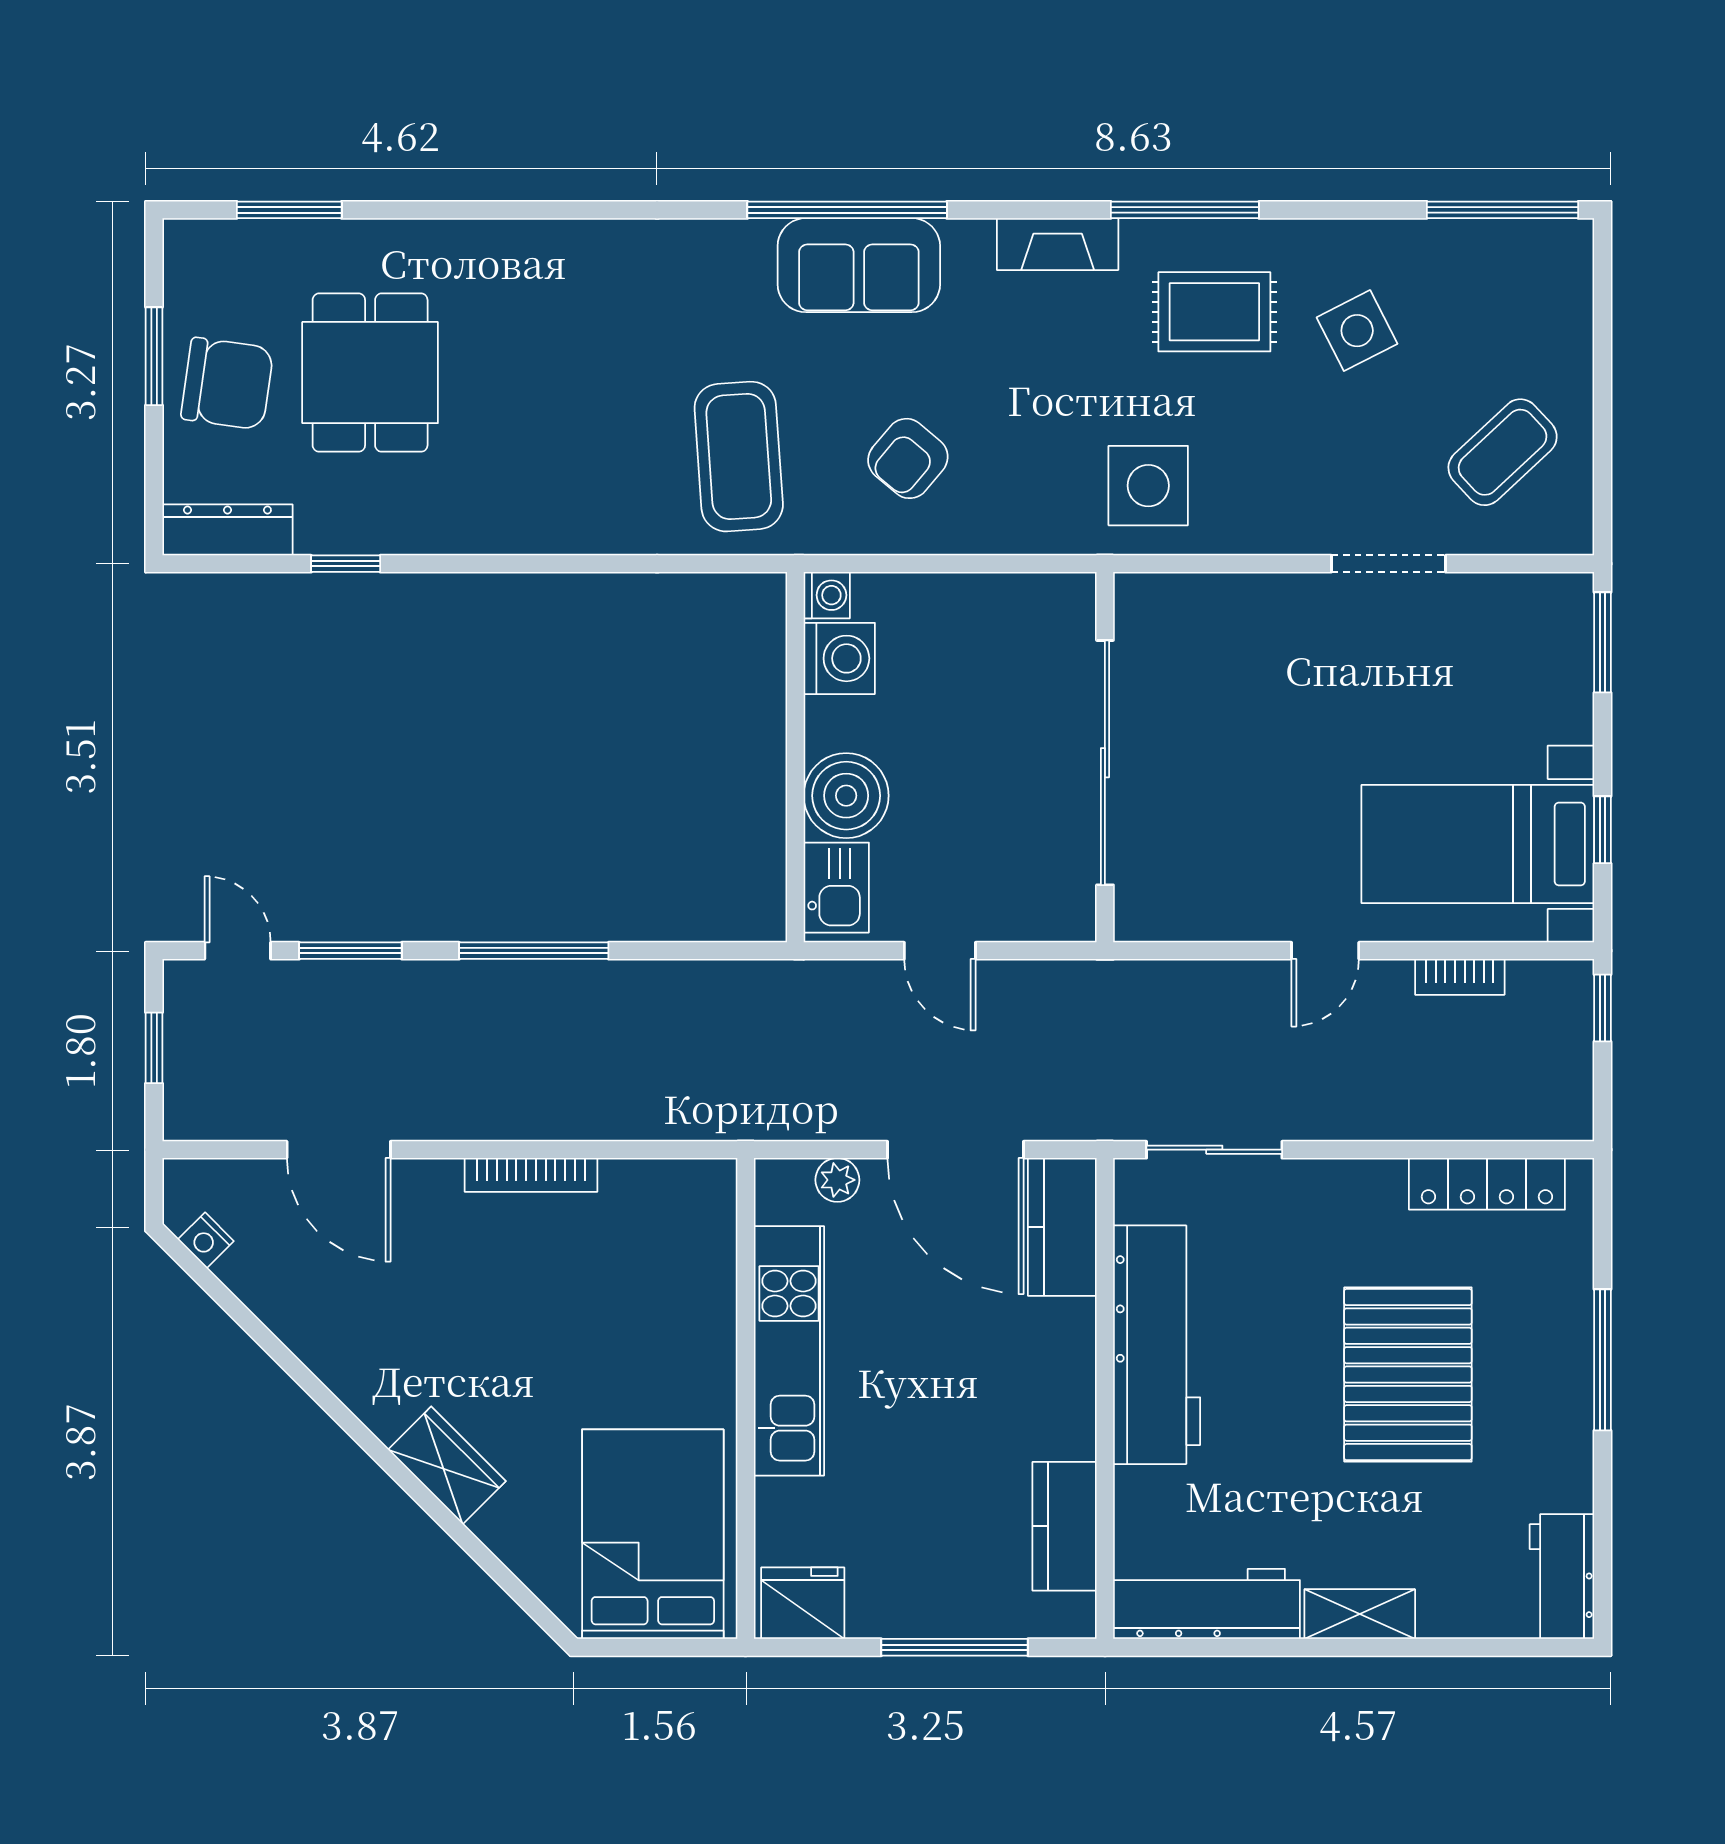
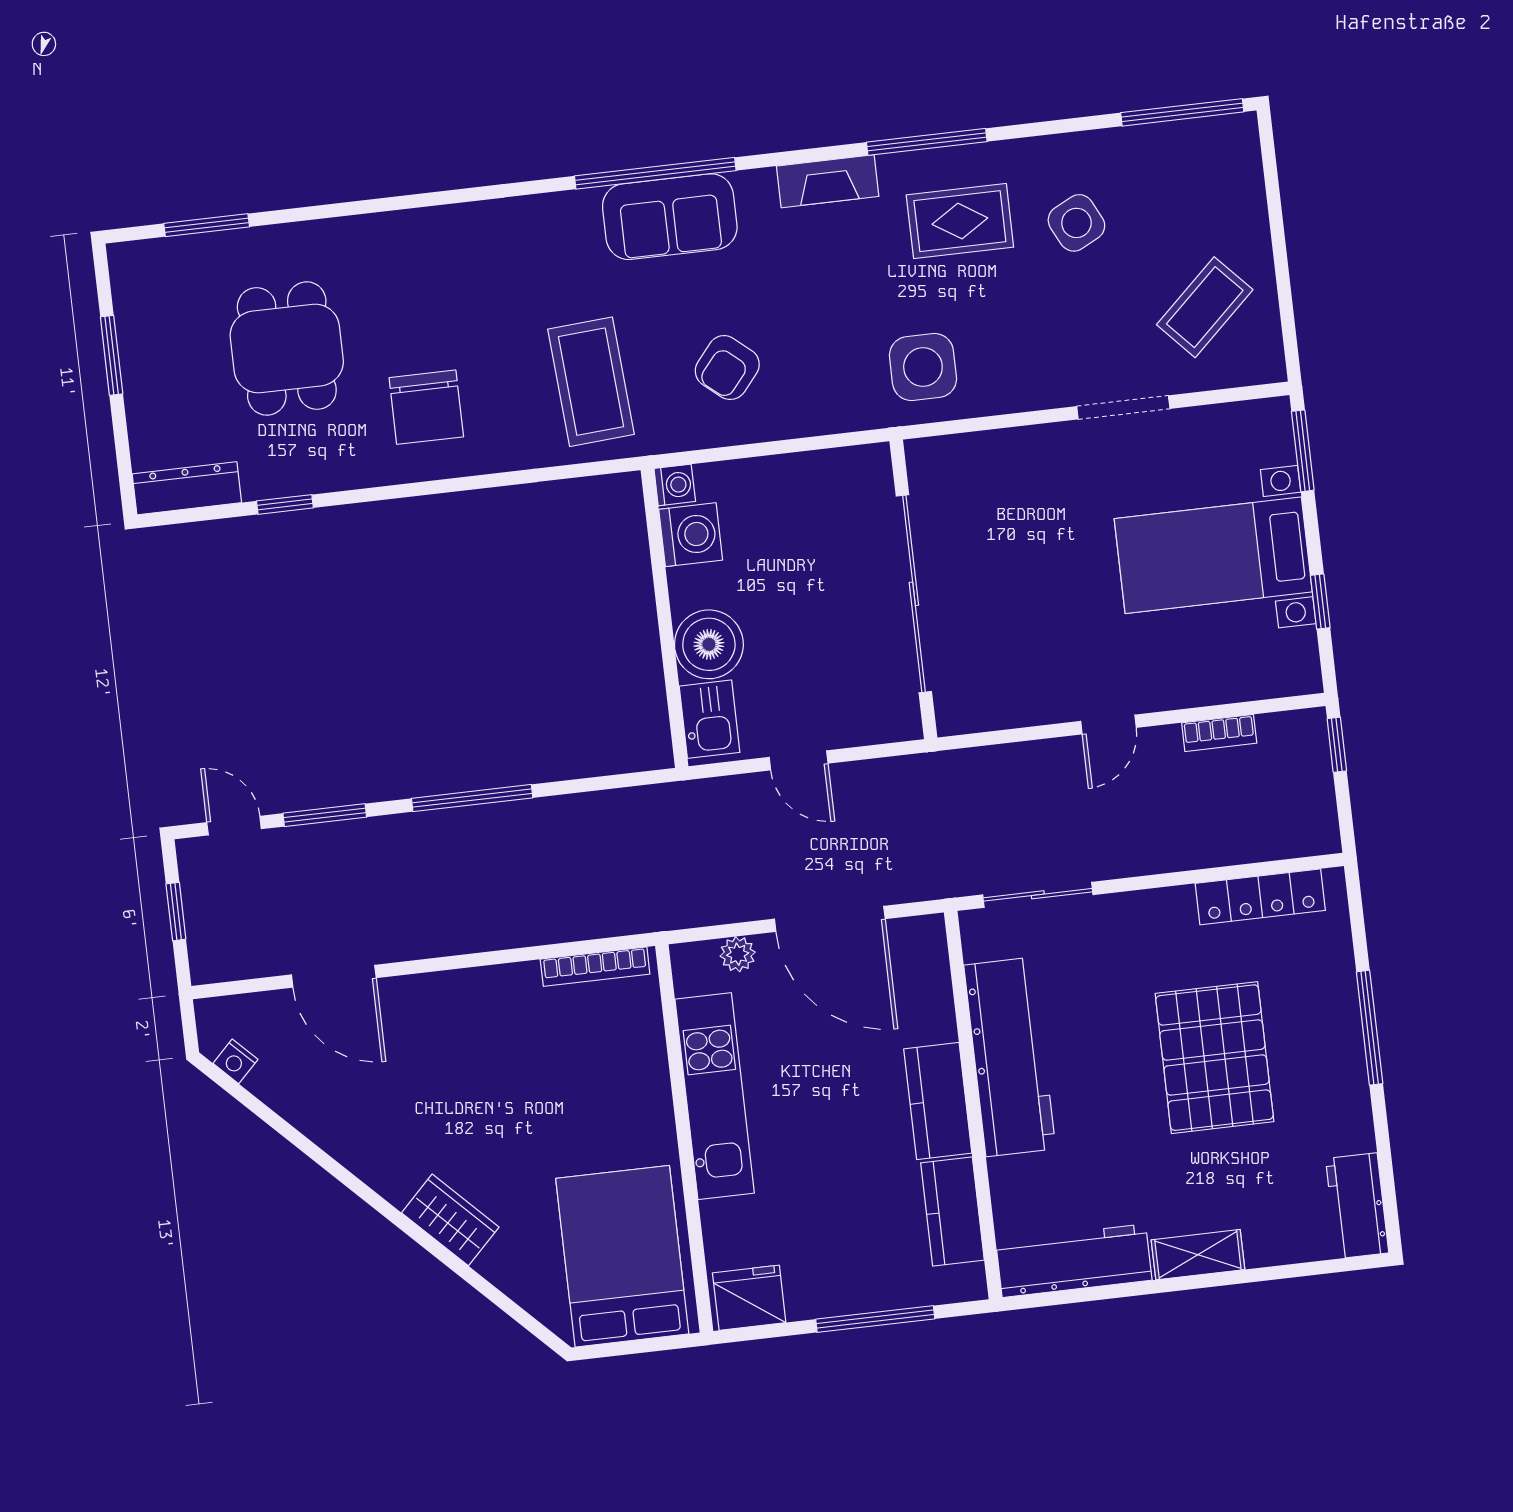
chair: (227, 384) -> (426, 407), moved, turned 82
bed with nightstands: (1478, 844) -> (1213, 555), moved
bookcase: (531, 1175) -> (595, 967), moved
kitchen counter: (1062, 1227) -> (938, 1101), moved

